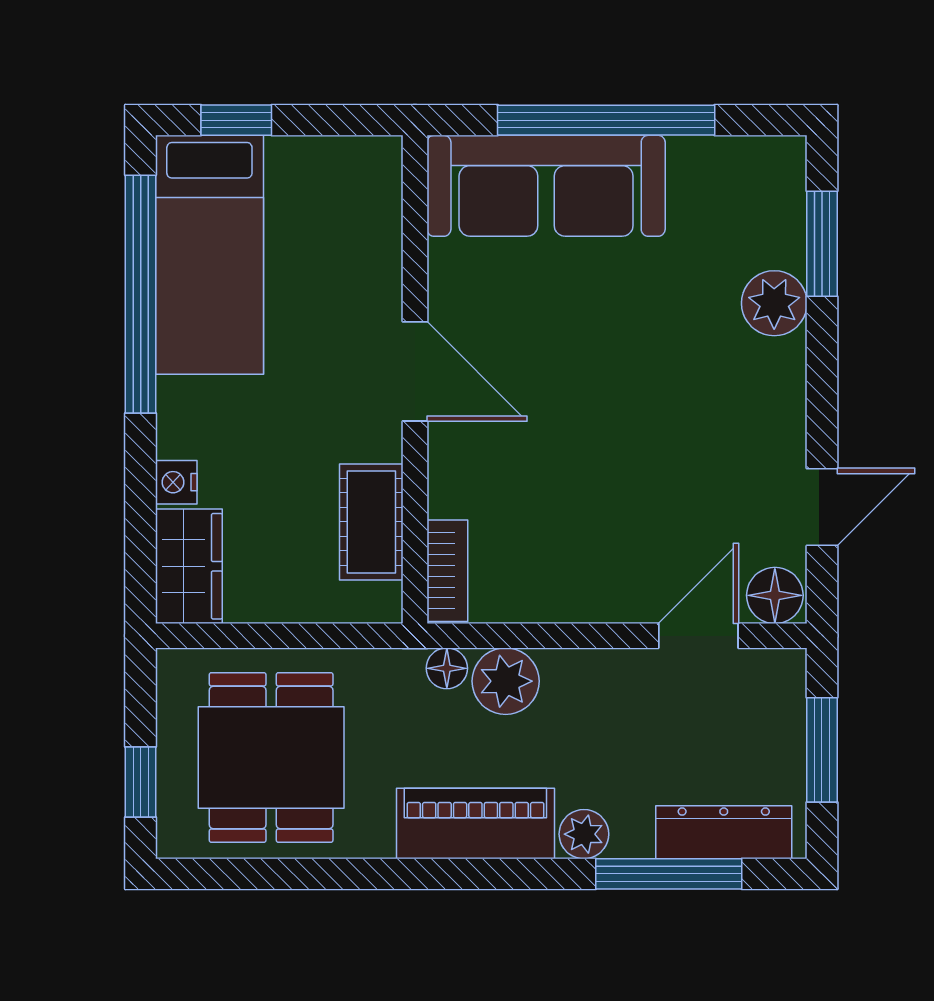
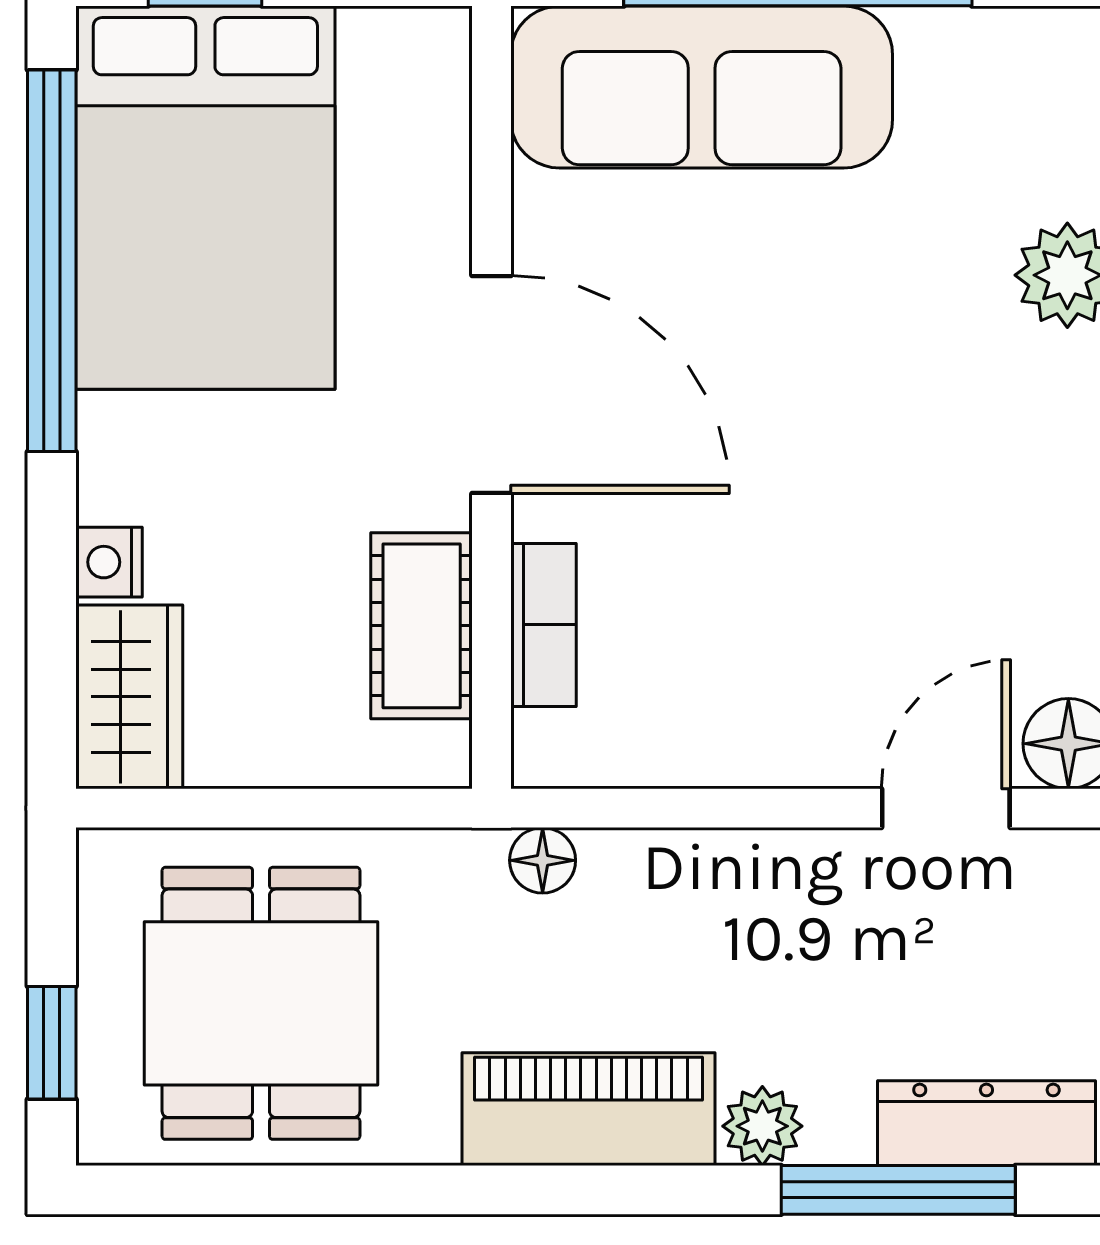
bed: (209, 255) -> (205, 198), width x1.50
door: (415, 371) -> (492, 385), width x1.36
bookcase: (447, 571) -> (543, 625), moved
plant: (506, 681) -> (637, 881), removed

